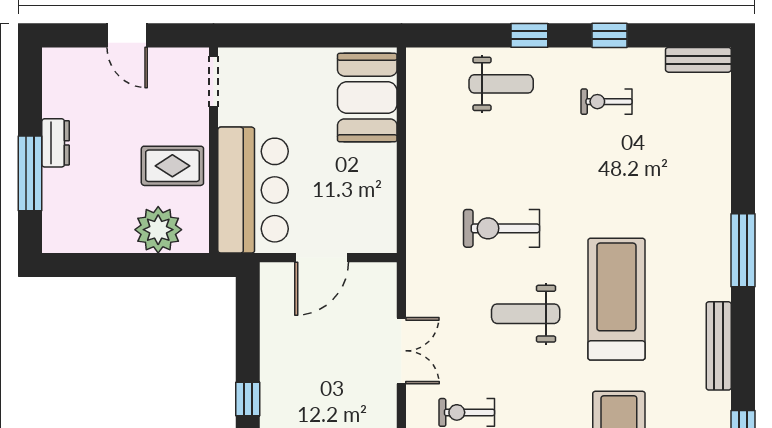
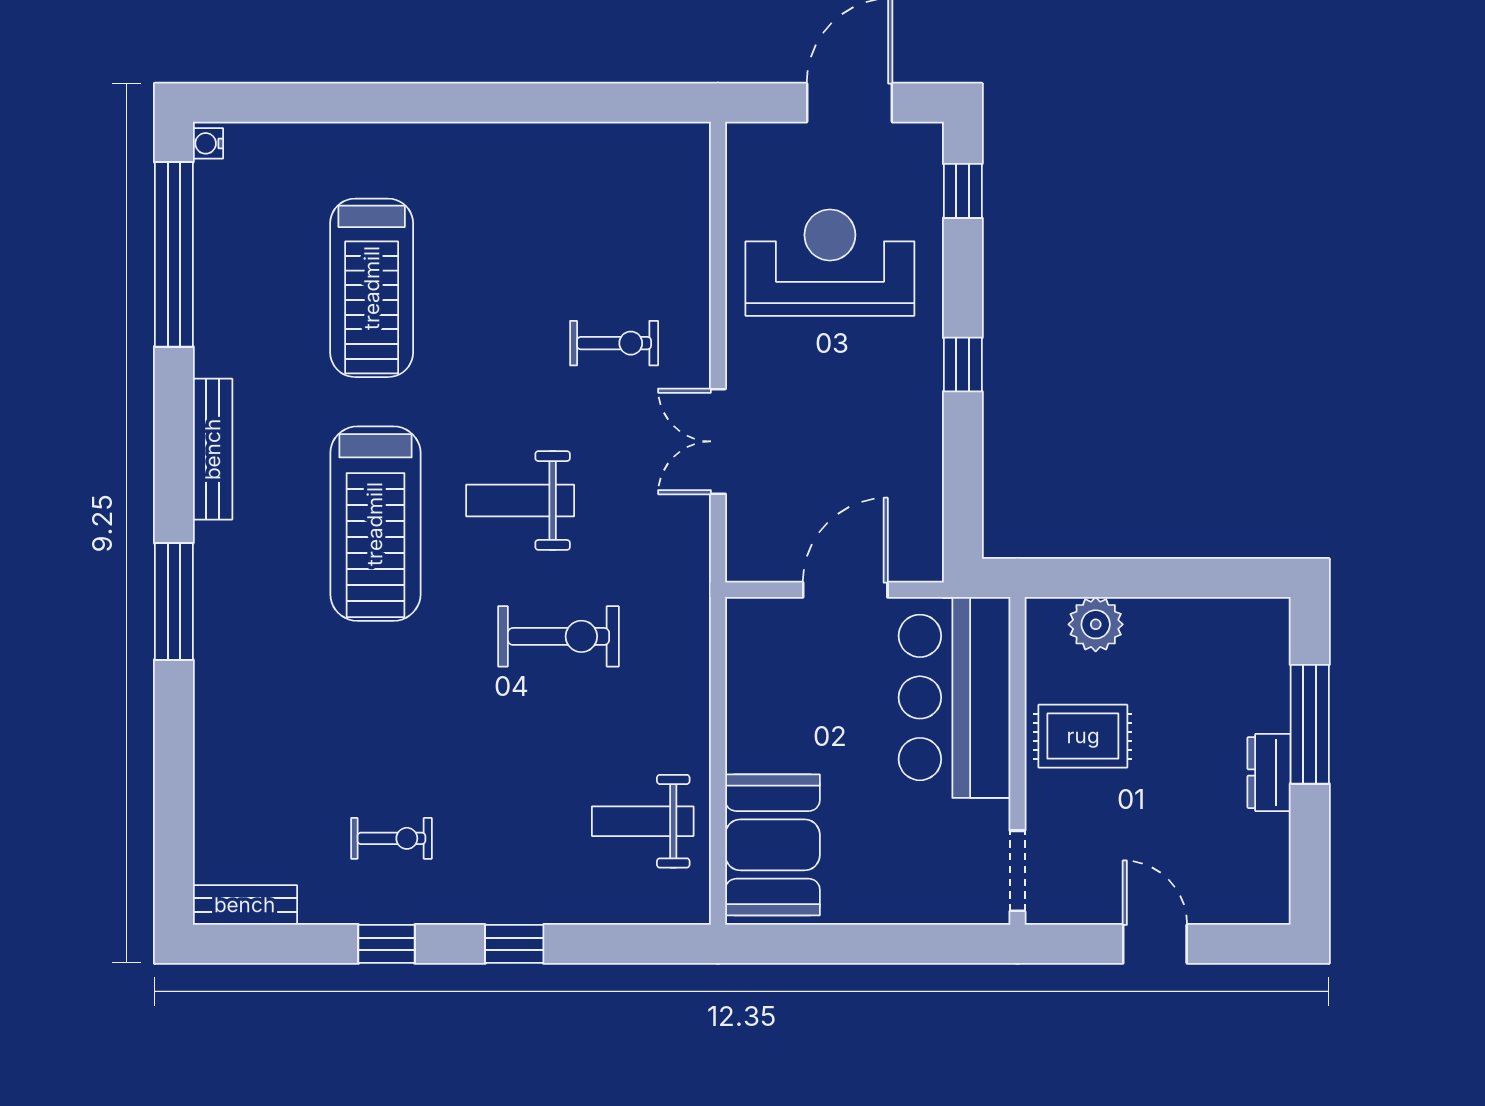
weight bench: (501, 84) -> (643, 821), moved
plant: (158, 230) -> (1096, 624), width x0.73, depth x0.73
weight bench: (526, 314) -> (520, 500), turned 180

